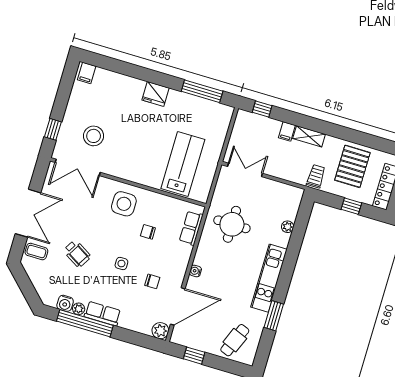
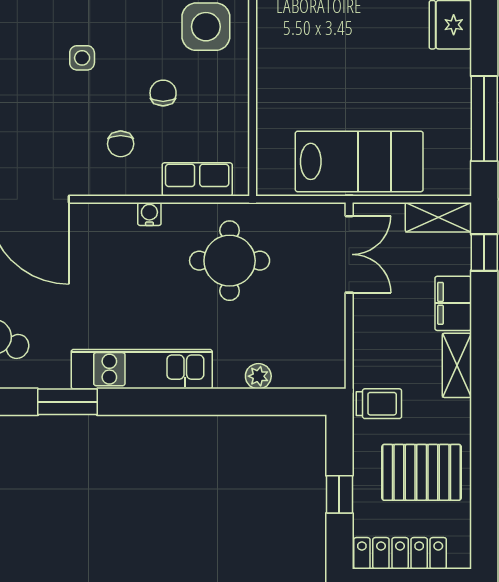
shelving: (240, 125) -> (438, 217), added
filing cabinet: (287, 131) -> (453, 303), width x2.00
lab bench: (183, 164) -> (359, 161), moved
water cooler: (195, 271) -> (149, 214), moved
chair: (152, 281) -> (121, 144), moved

